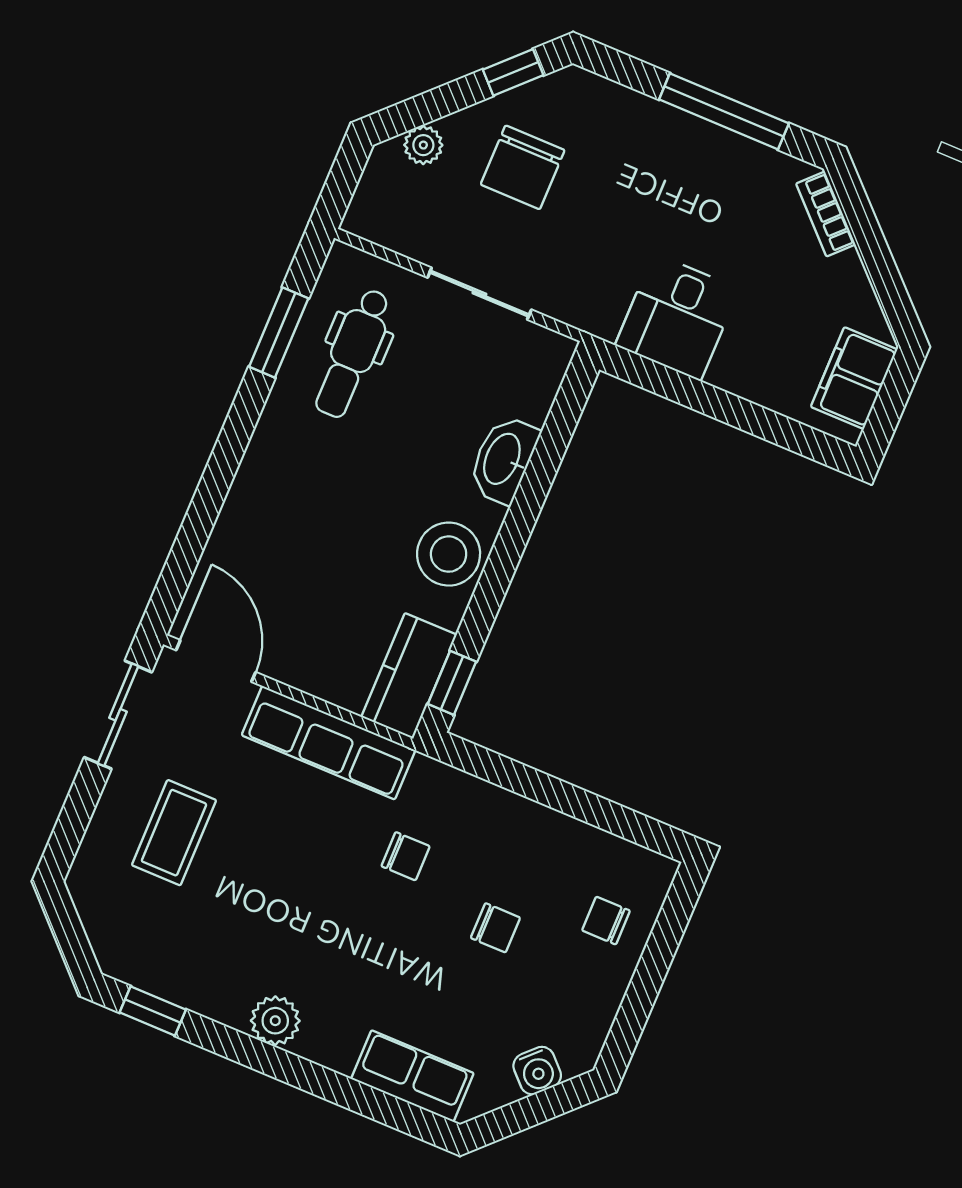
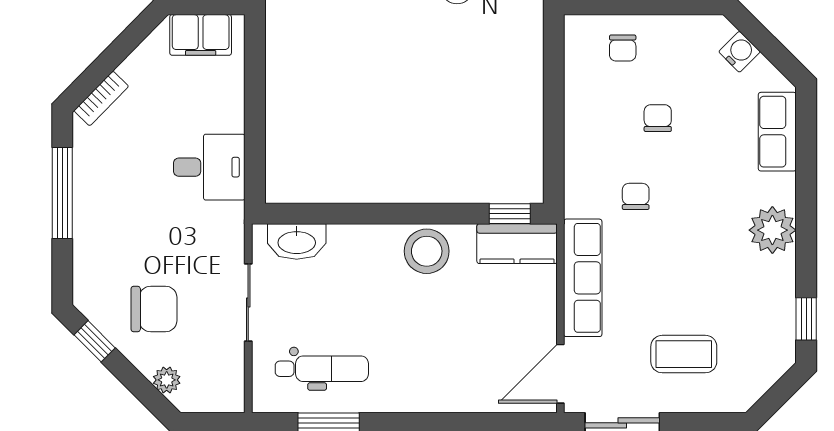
washbasin: (503, 459) -> (297, 242), moved
plant: (275, 1021) -> (772, 230), width x1.36, depth x1.36

